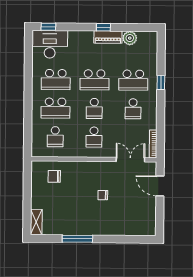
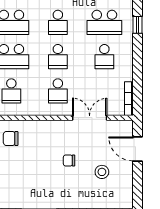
school desk: (94, 80) -> (58, 22), width x0.54
double door: (130, 160) -> (90, 118), moved
stool: (130, 205) -> (102, 172), added

